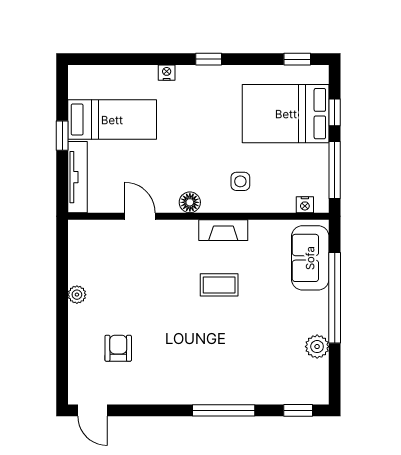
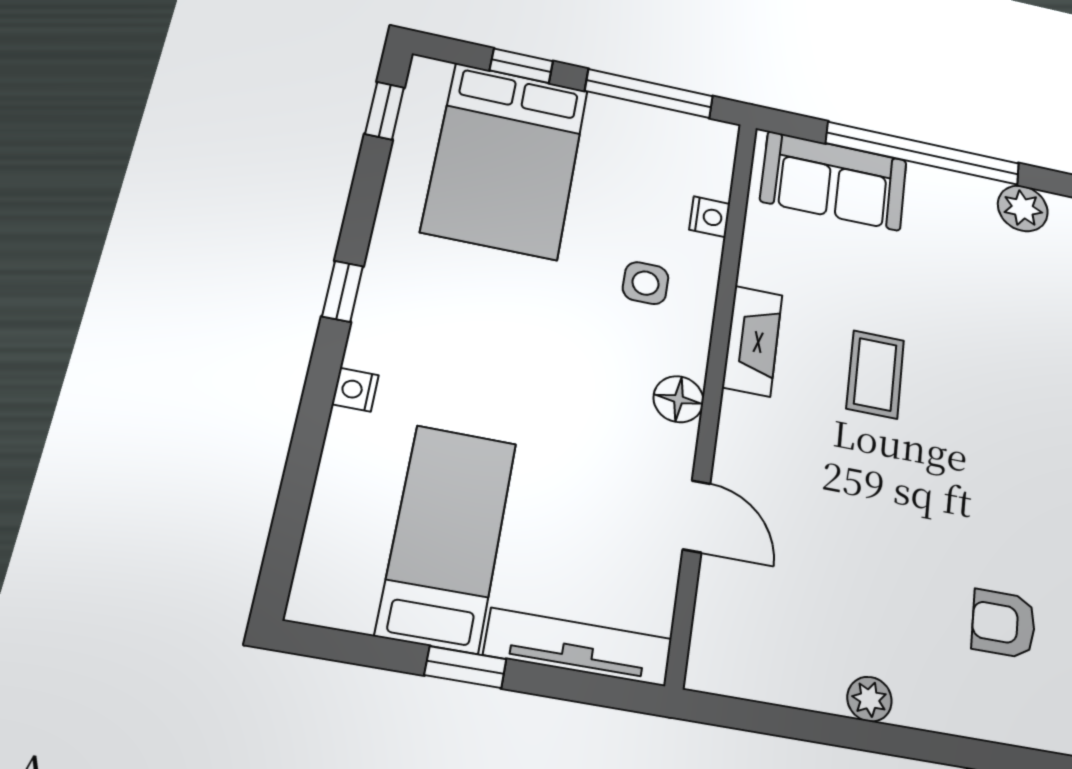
nightstand: (305, 205) -> (710, 217), moved
door: (140, 216) -> (697, 516), swing flipped

